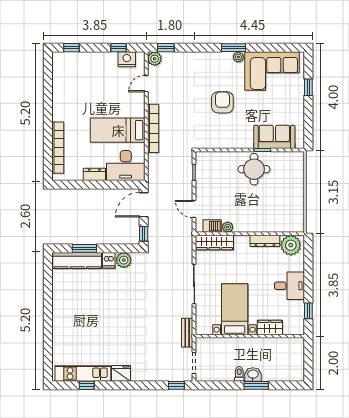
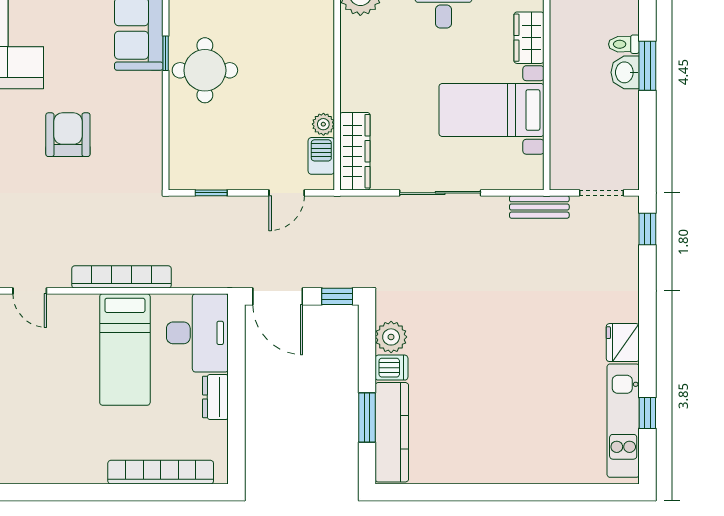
armchair: (222, 102) -> (68, 135), turned 90
dresser: (265, 241) -> (352, 48), removed
toilet: (239, 374) -> (624, 44), moved

